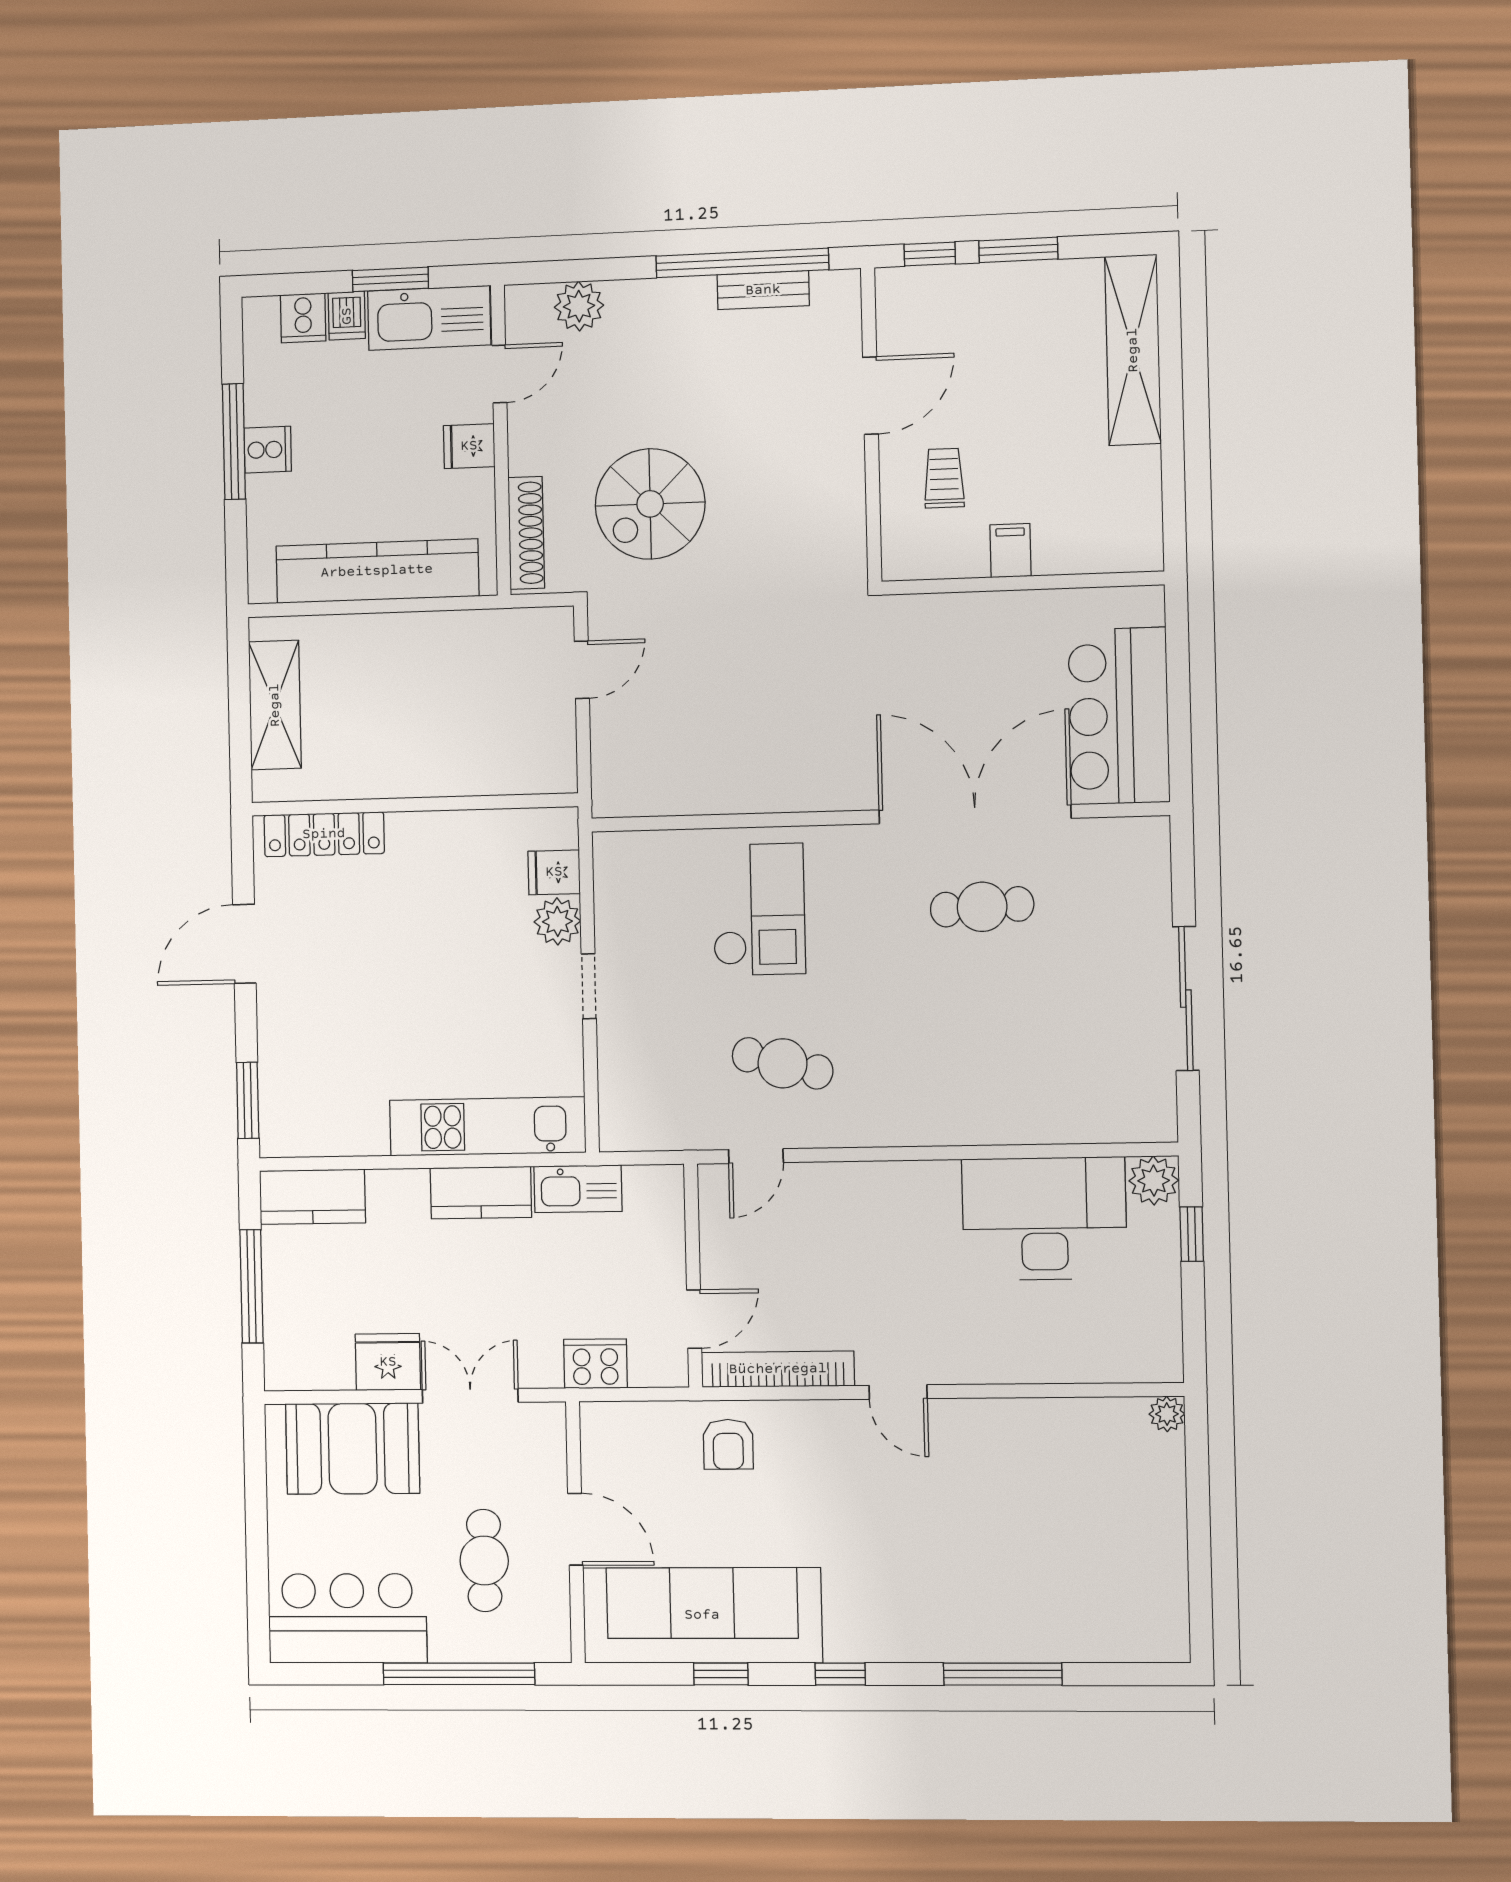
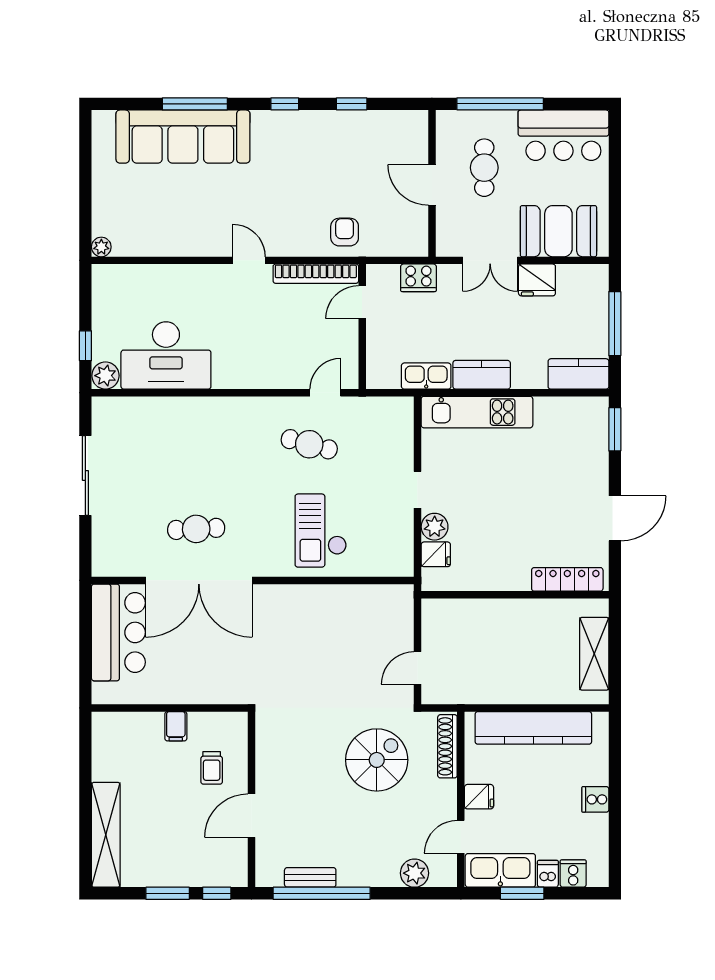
window: (234, 442) -> (615, 805), removed
sofa: (702, 1615) -> (183, 137), moved

